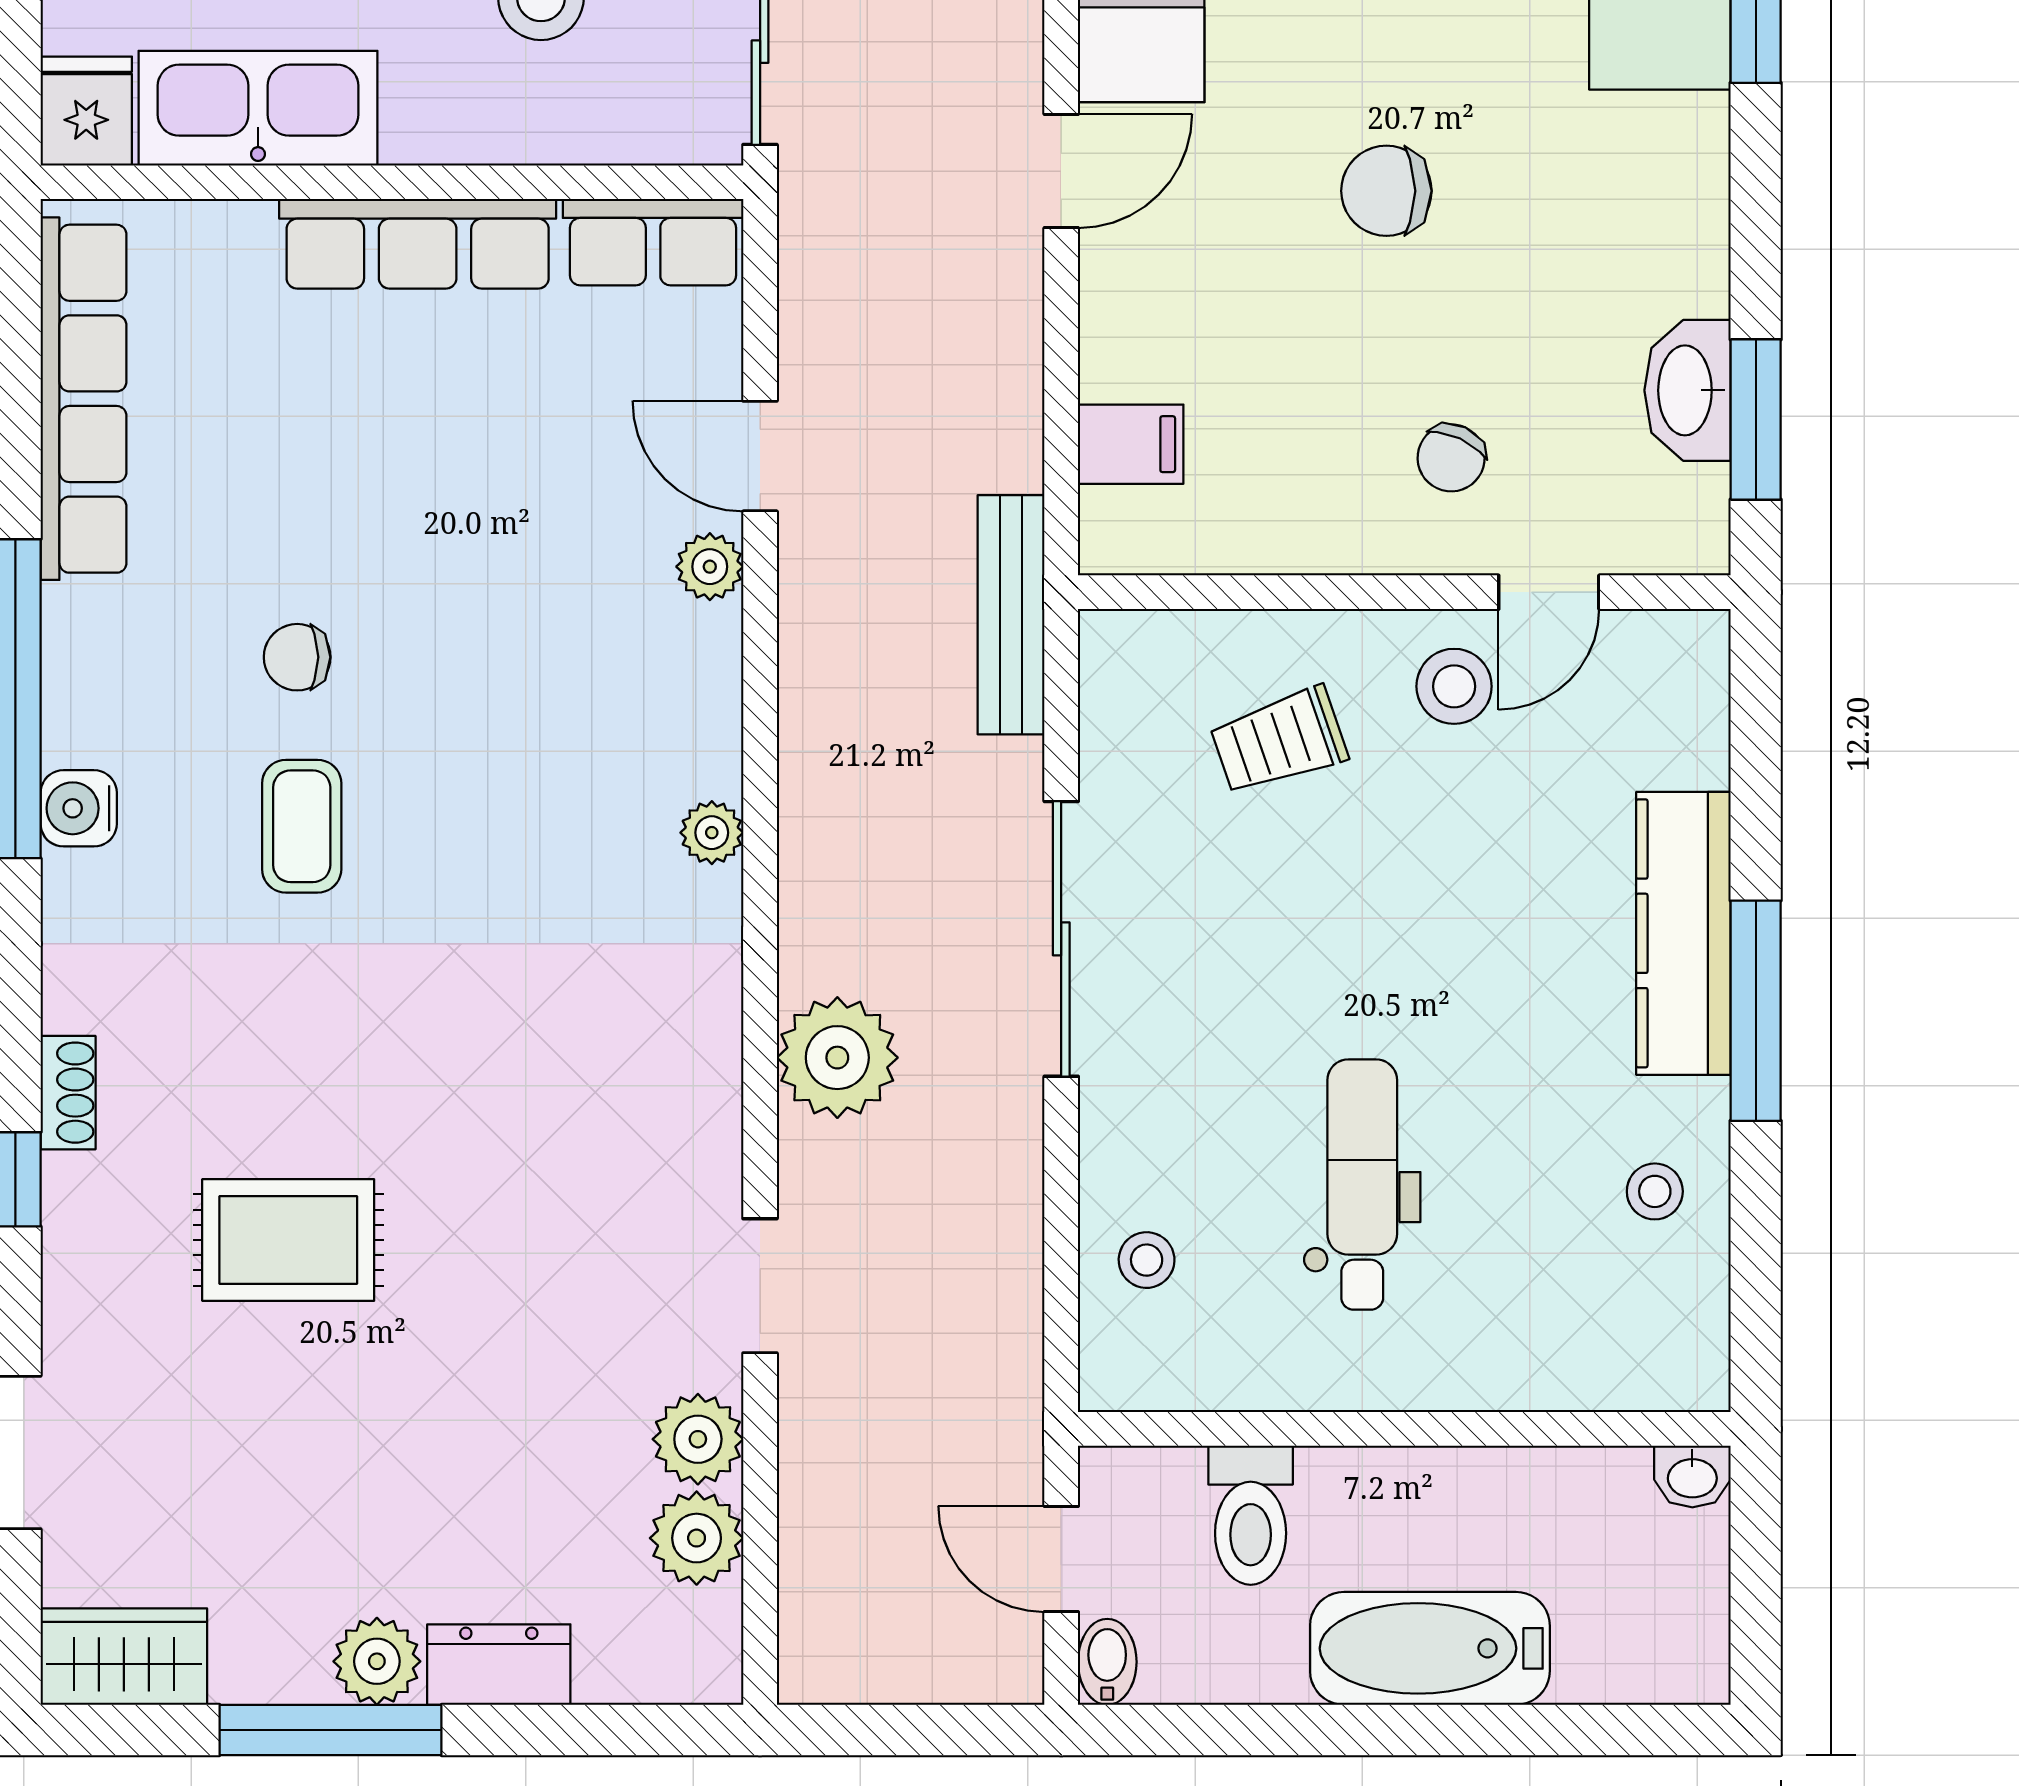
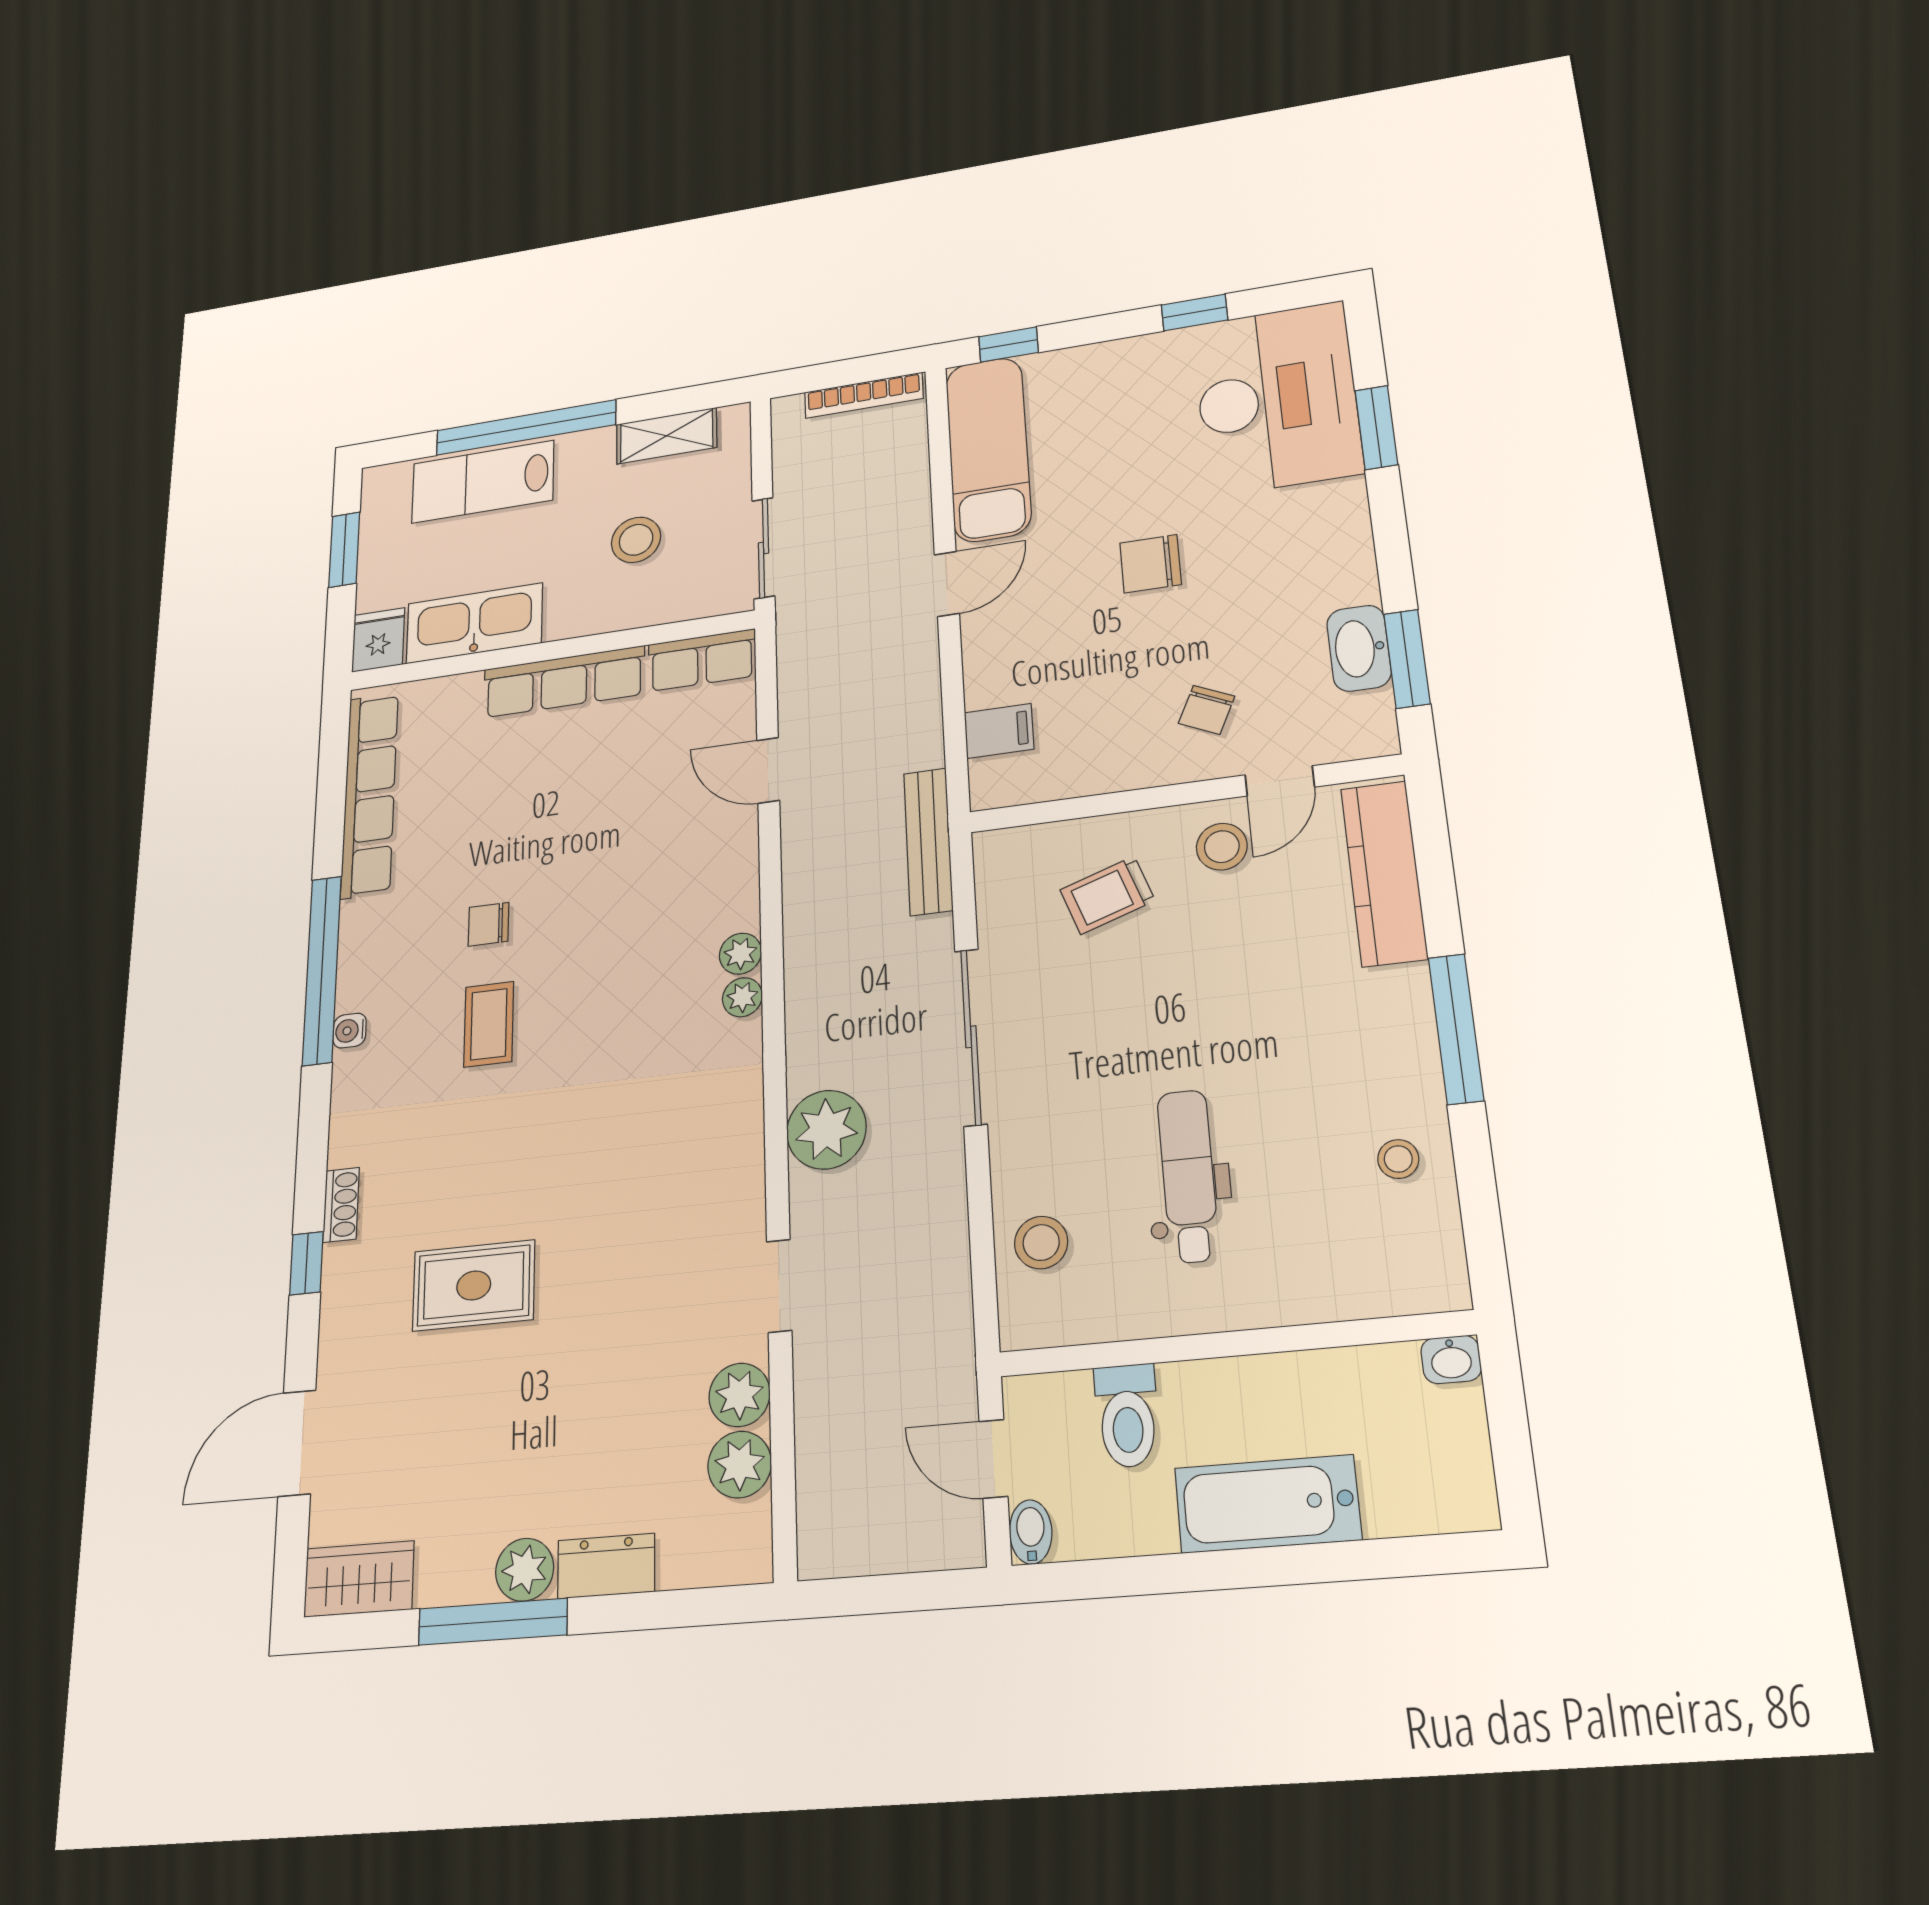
plant: (710, 567) -> (740, 954), moved
water cooler: (79, 808) -> (350, 1031), width x0.72, depth x0.72
kitchen counter: (1683, 933) -> (1384, 873), moved
stool: (1147, 1260) -> (1041, 1243), width x1.37, depth x1.37

